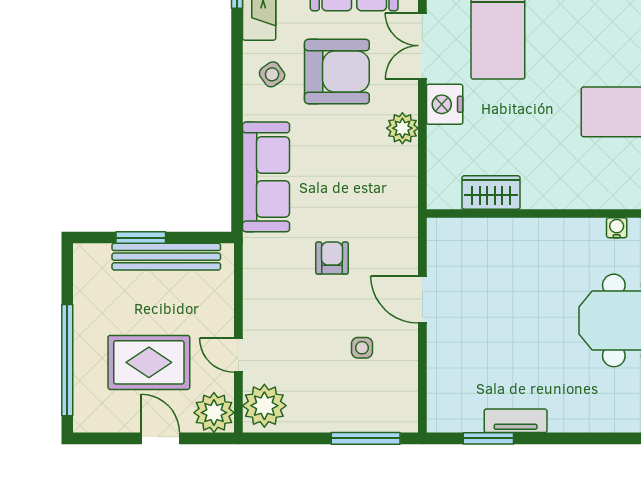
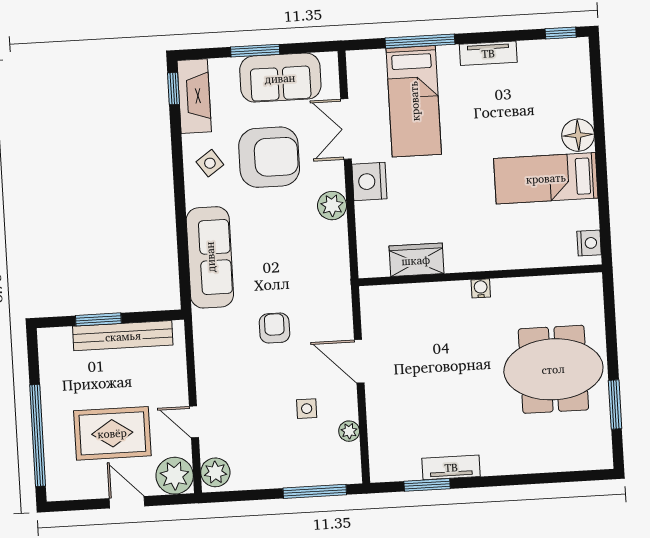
water cooler: (617, 228) -> (481, 288), moved
plant: (407, 375) -> (349, 431), added
plant: (264, 406) -> (215, 472), width x0.73, depth x0.73

